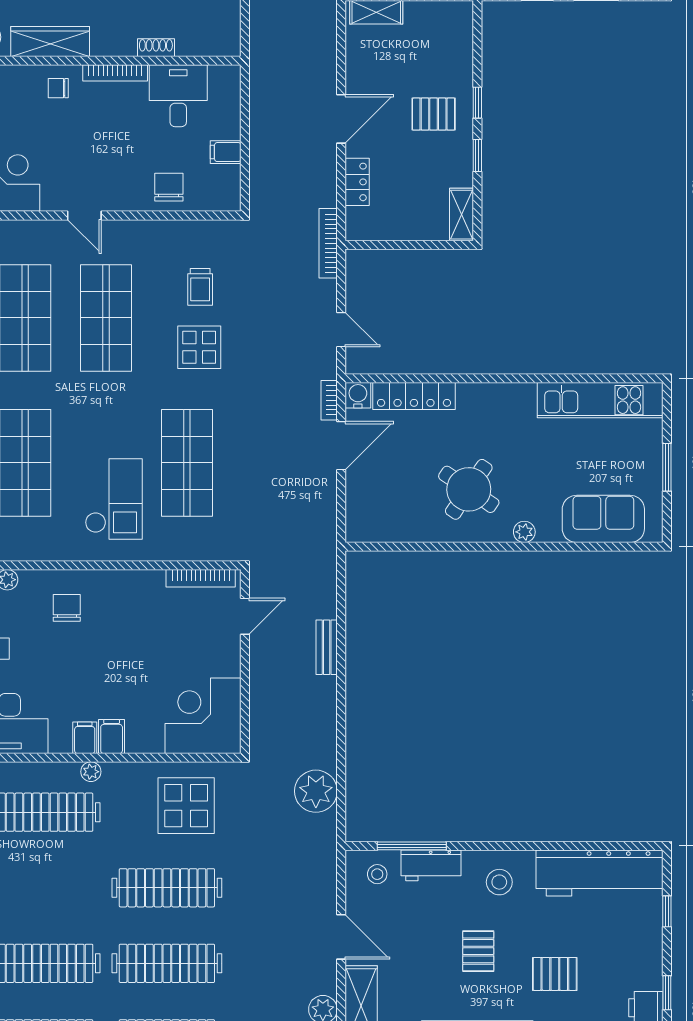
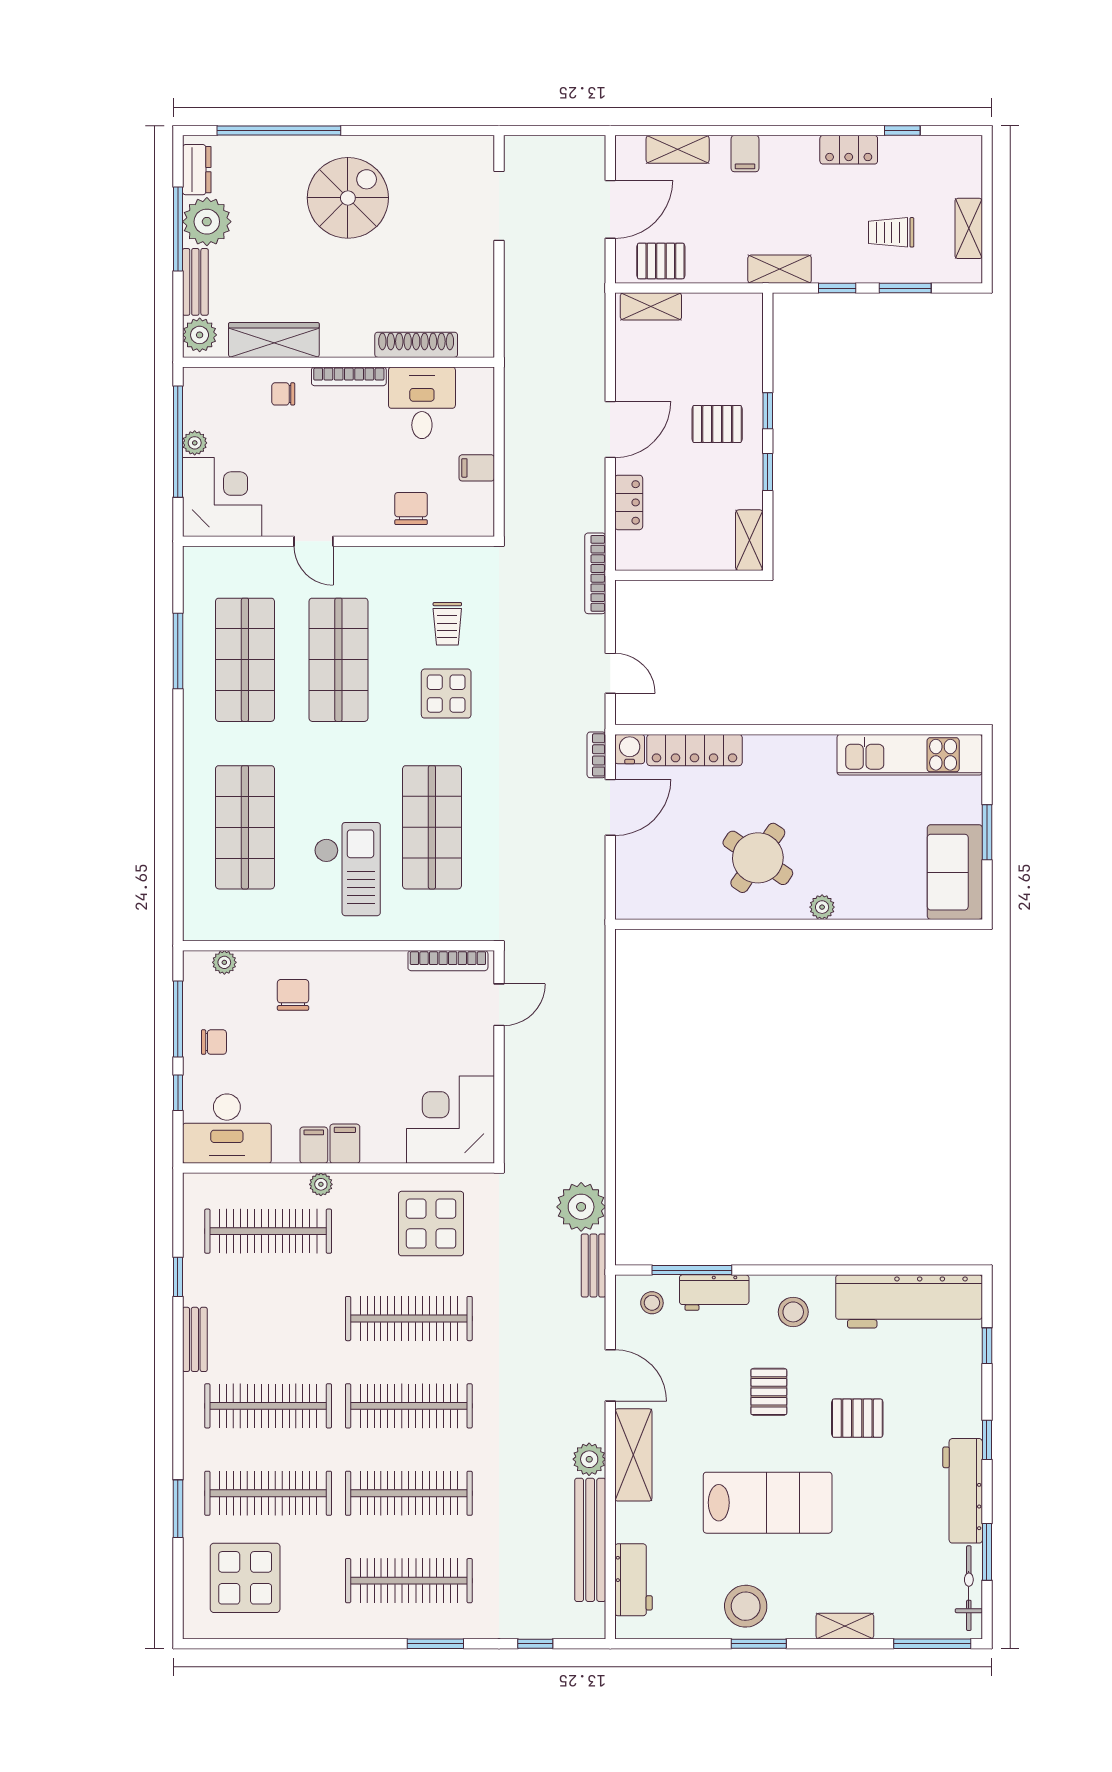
shoe rack: (156, 48) -> (416, 345), width x1.94, depth x1.24
sofa: (603, 519) -> (955, 872), moved, turned -90
bench: (327, 647) -> (593, 1265), moved

